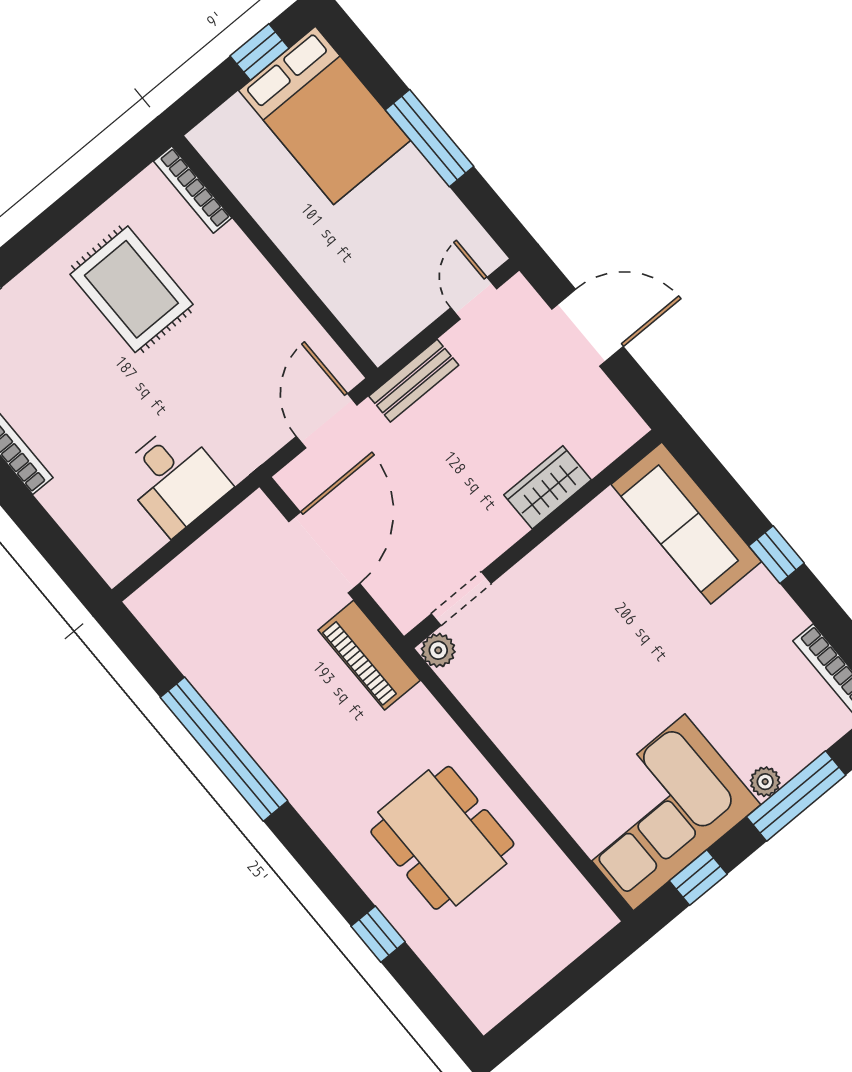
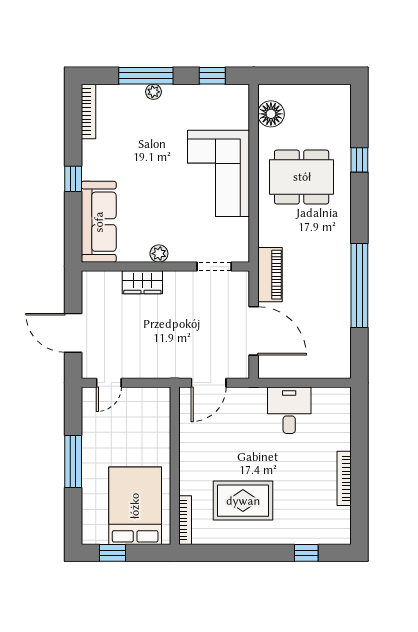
bed: (325, 115) -> (135, 506), moved
rug: (131, 289) -> (243, 501), turned 90
bench: (414, 381) -> (160, 370), removed
door: (324, 552) -> (254, 331), swing flipped
plant: (438, 650) -> (159, 254), moved
corner sofa: (659, 812) -> (219, 173), moved, turned 90
dining table: (442, 838) -> (302, 177), turned 90
floor lamp: (565, 893) -> (271, 114), added

